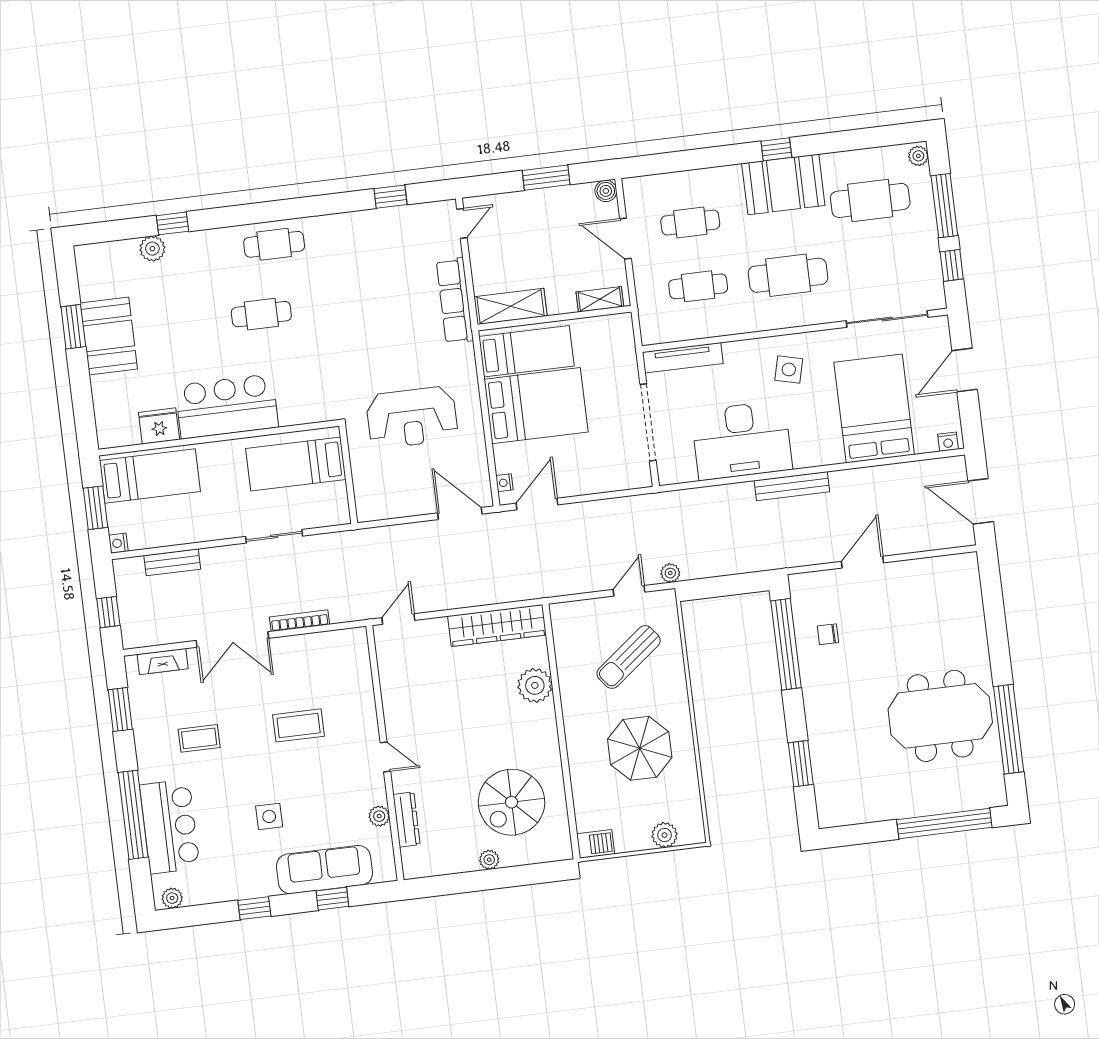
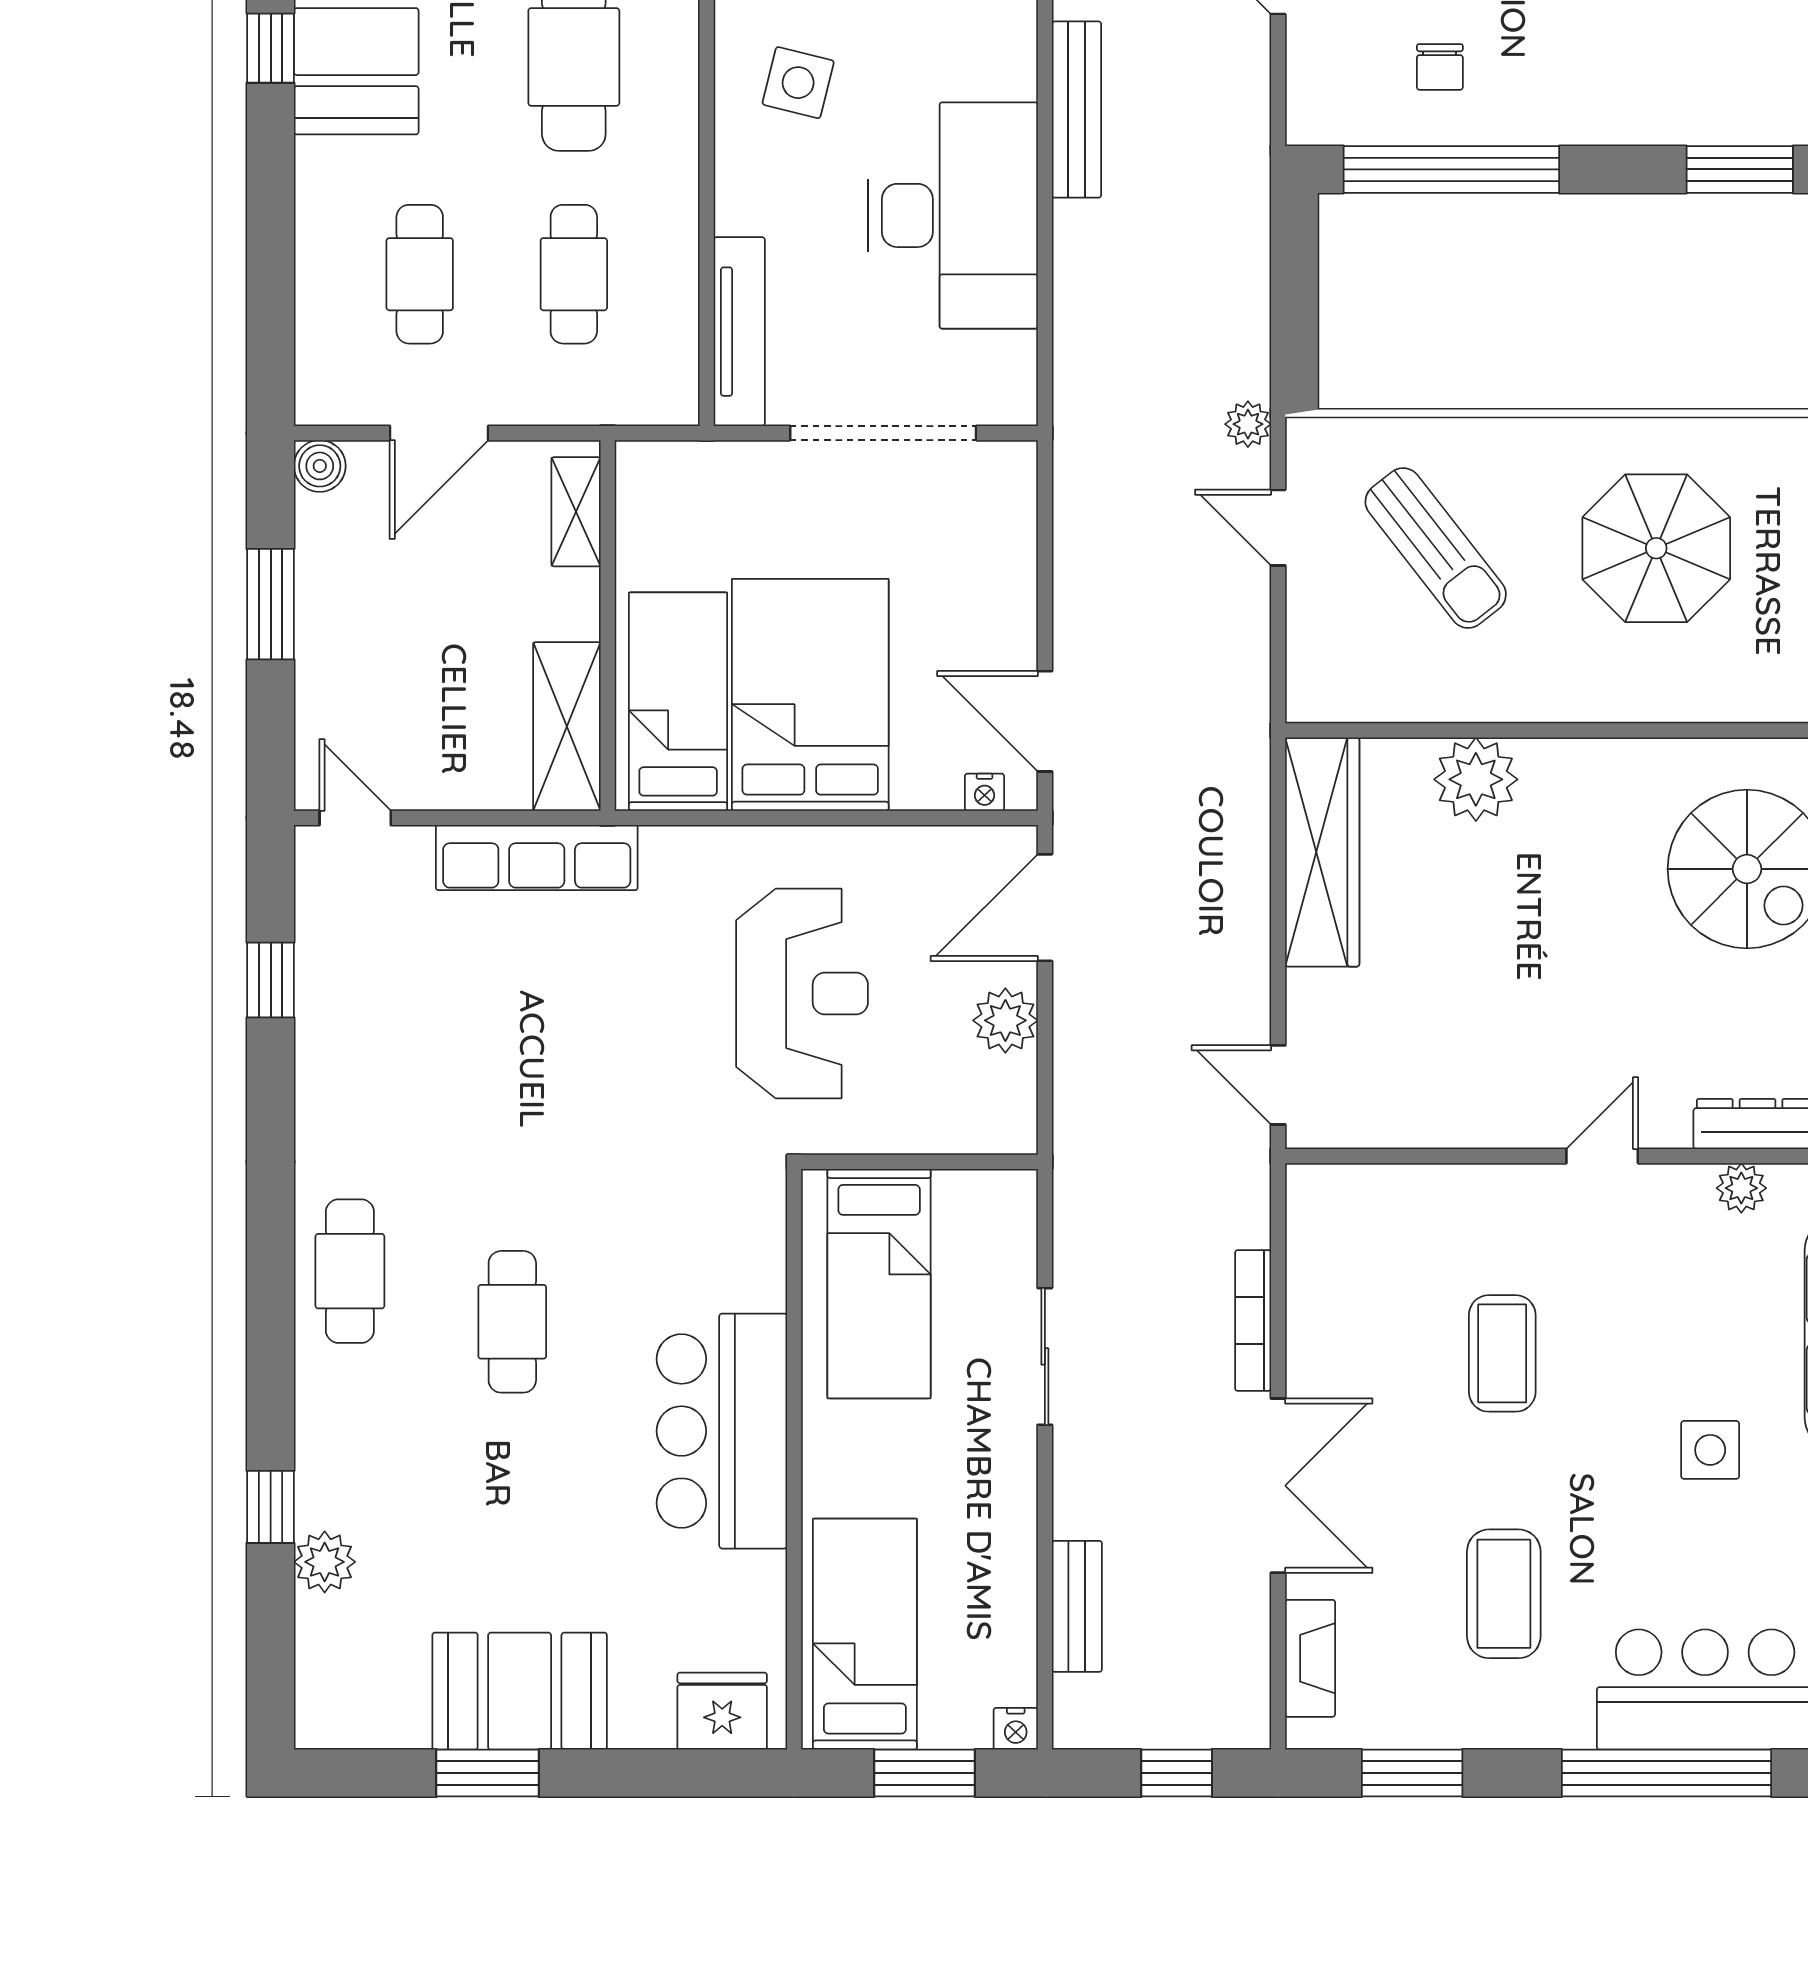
fridge: (159, 426) -> (722, 1711), moved, turned 90
plant: (411, 503) -> (1005, 1020), added
coffee table: (199, 738) -> (1504, 1594), width x1.36, depth x1.30

